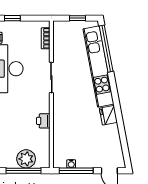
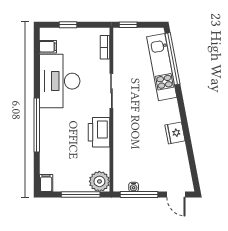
window: (78, 18) -> (128, 25), moved
kitchen unit: (98, 67) -> (162, 67), width x0.73
printer: (43, 121) -> (99, 132), width x1.87, depth x1.48
plant: (26, 159) -> (99, 181), moved

